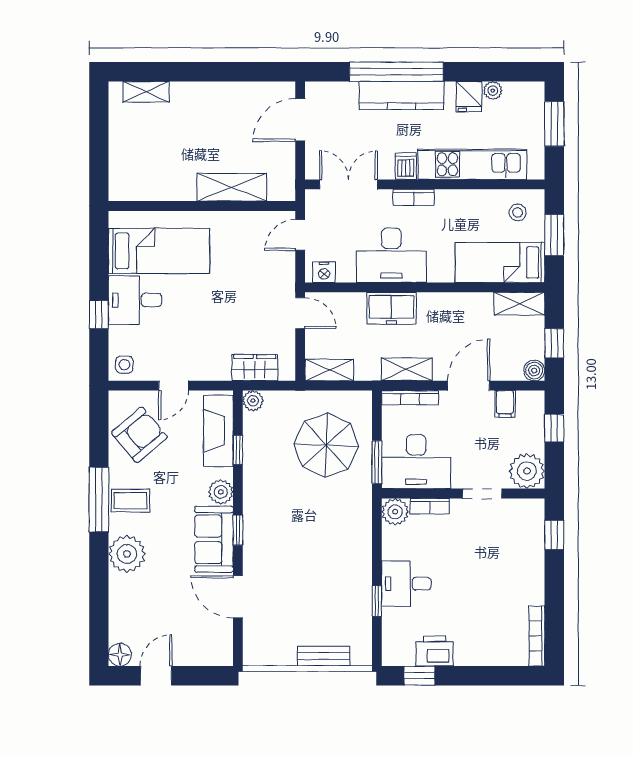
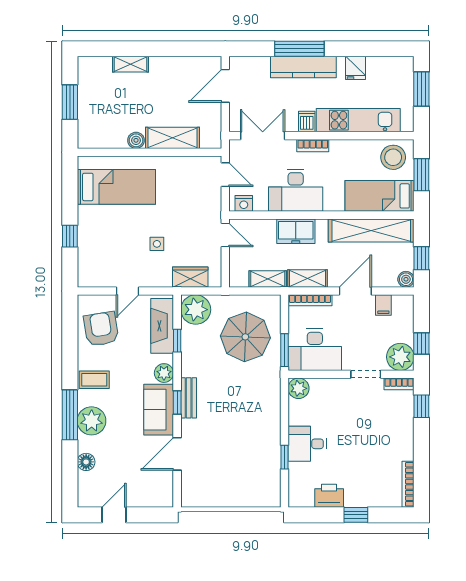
window: (396, 72) -> (299, 49), width x0.68
plant: (493, 91) -> (374, 63), removed
shelving: (146, 92) -> (131, 64), moved
window: (99, 141) -> (70, 102), added
boiler: (185, 191) -> (136, 140), added
stool: (518, 212) -> (393, 157), width x1.89, depth x1.89
door: (300, 235) -> (225, 175), swing flipped
desk: (135, 300) -> (98, 225), removed
shelving: (519, 304) -> (371, 231), width x2.20, depth x1.33
side table: (124, 365) -> (157, 244), moved
shelving: (329, 370) -> (268, 279), moved
plant: (253, 401) -> (196, 310), width x1.88, depth x1.88
window: (554, 428) -> (421, 343), moved
armchair: (139, 435) -> (101, 329), turned -59
window: (99, 500) -> (70, 415), moved
bookcase: (430, 506) -> (399, 384), moved
door: (238, 597) -> (177, 454), hinge flipped
floor lamp: (120, 655) -> (86, 462), moved
bench: (324, 656) -> (189, 398), moved, turned 90
window: (419, 676) -> (356, 515), moved

